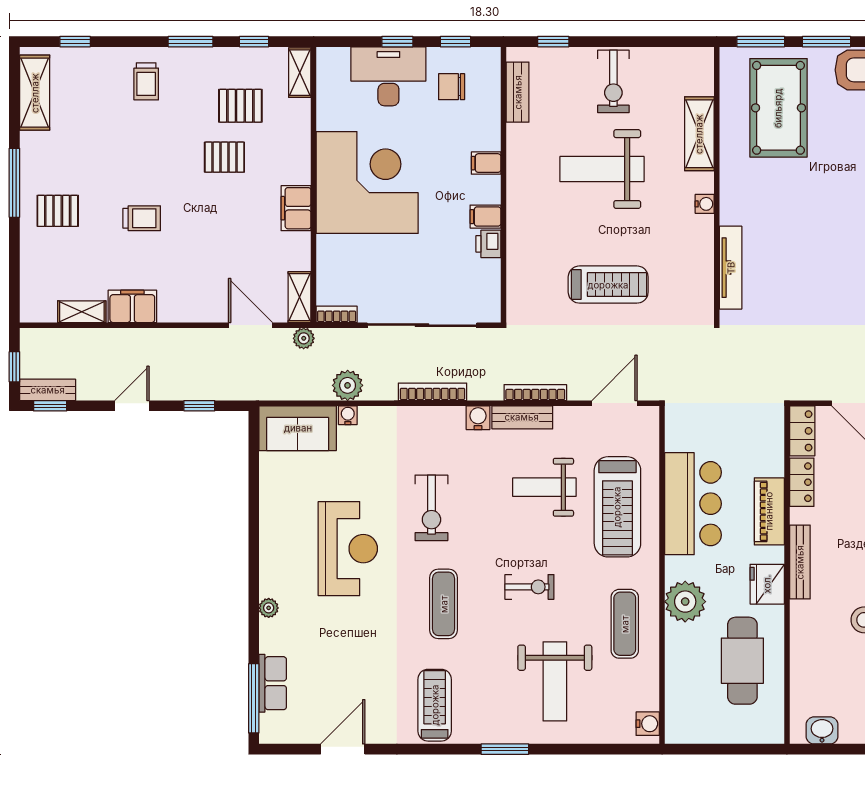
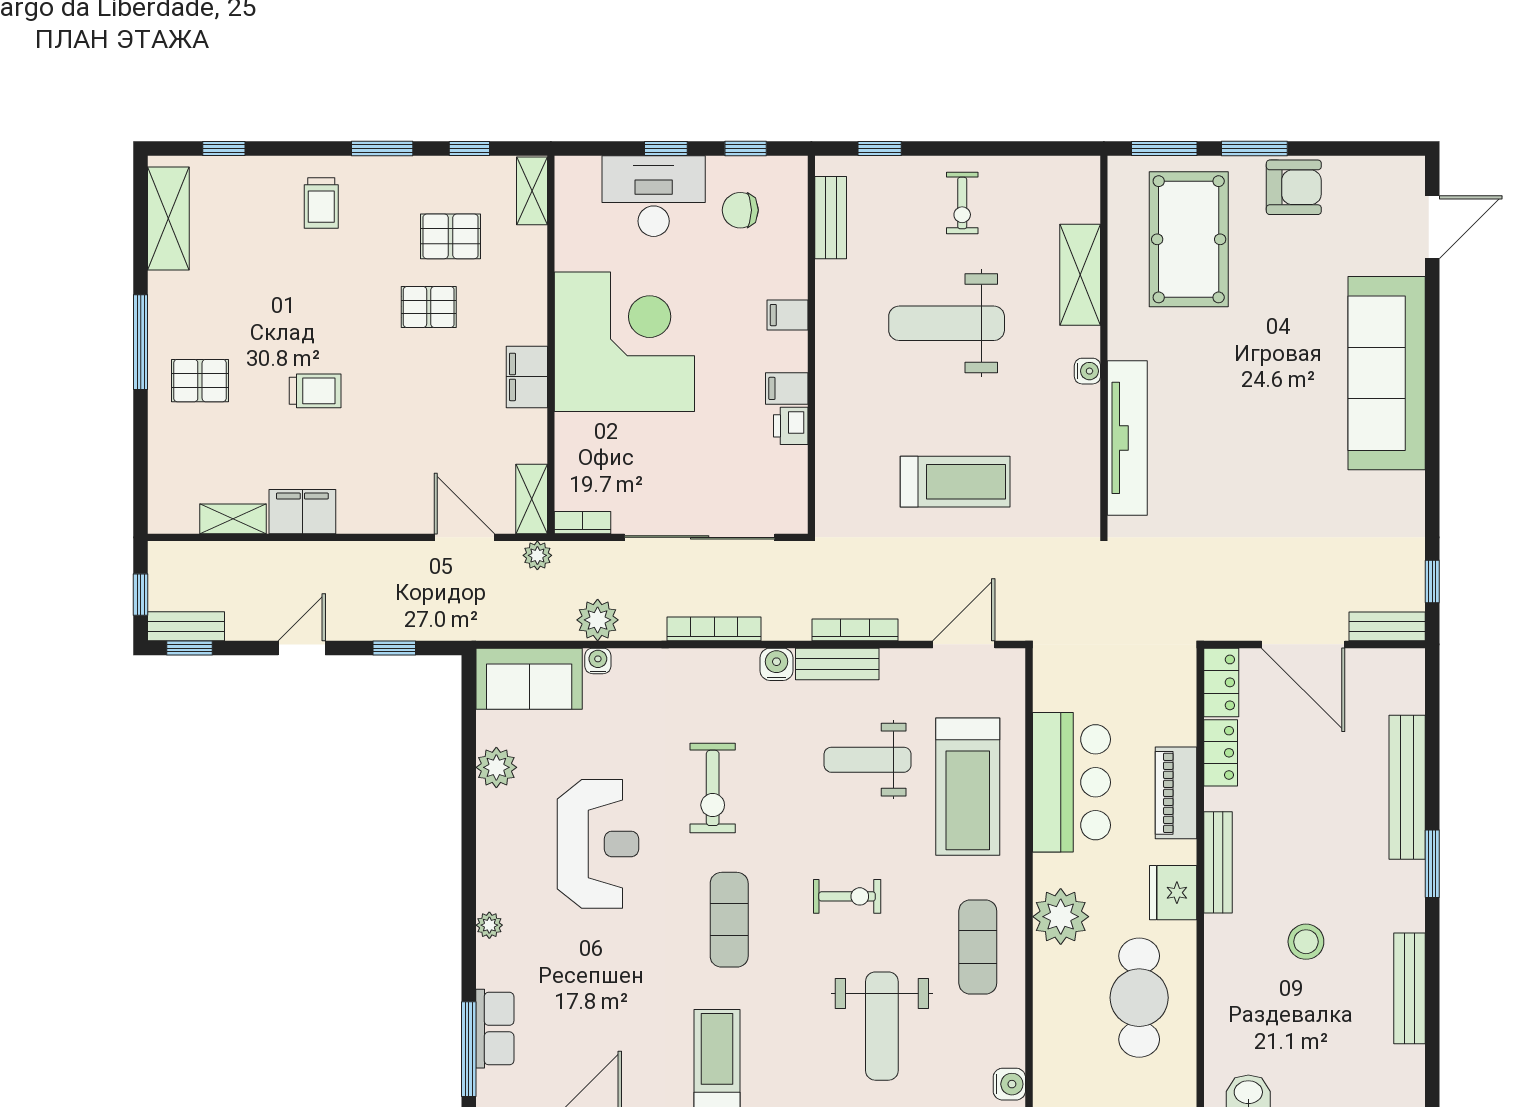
exercise bike: (613, 81) -> (962, 203), width x0.73, depth x0.72
tv unit: (731, 268) -> (1127, 438), width x1.36, depth x1.29
plant: (274, 493) -> (496, 767), added

